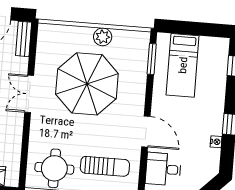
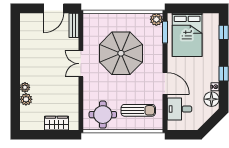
plant: (103, 37) -> (156, 19), moved
bed: (183, 65) -> (187, 35), width x1.50
floor lamp: (210, 159) -> (211, 99), added

